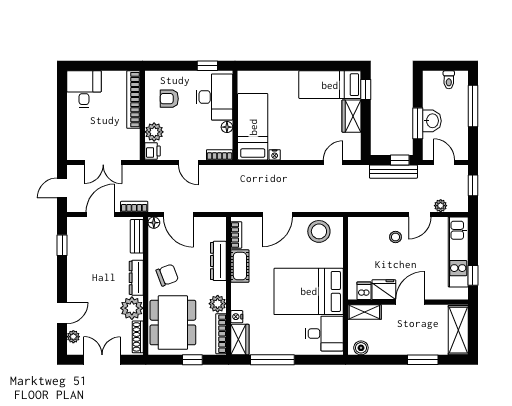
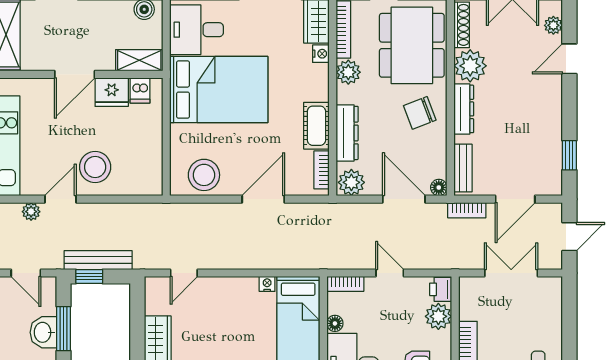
plant: (215, 226) -> (351, 182), added
stool: (396, 237) -> (95, 167), width x1.89, depth x1.89

